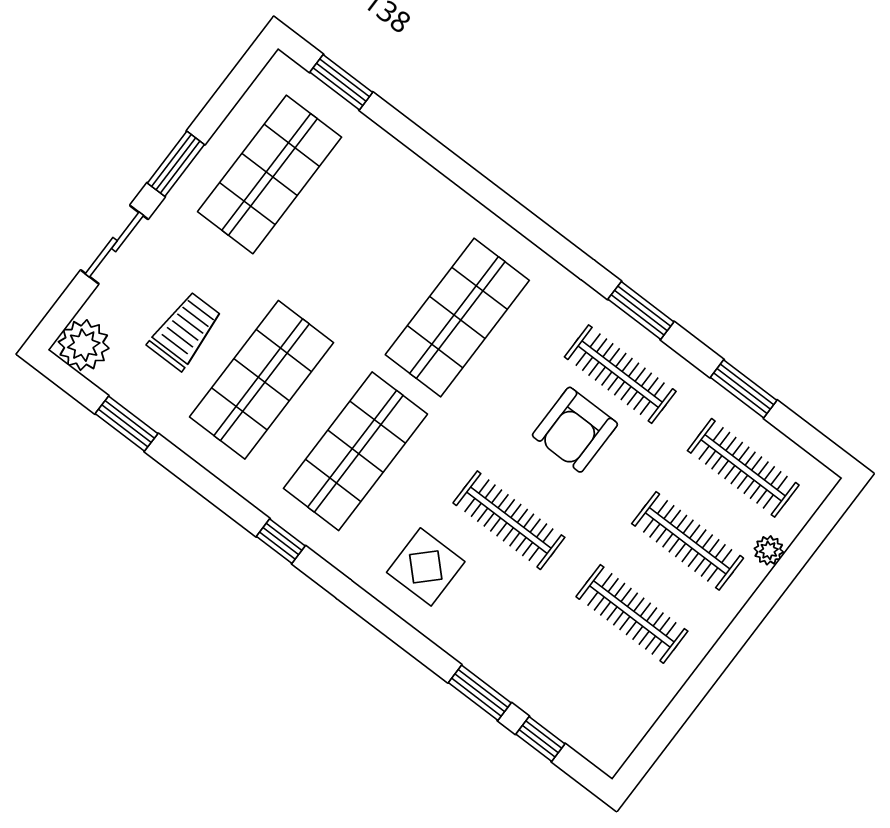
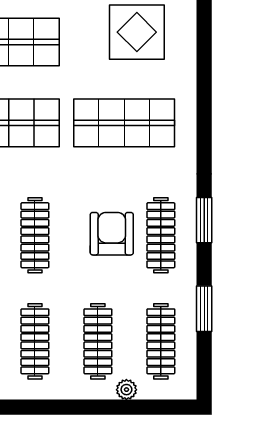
display table: (363, 222) -> (137, 32), added
armchair: (575, 430) -> (112, 234), turned 90

